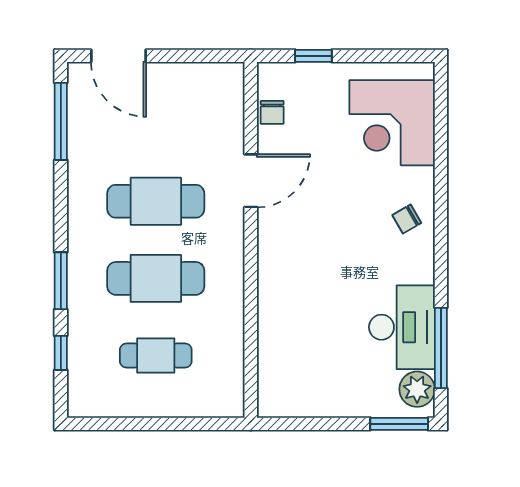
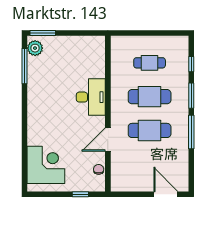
window: (61, 121) -> (191, 132), moved
chair: (407, 219) -> (40, 123), removed
desk: (402, 327) -> (91, 97), moved, turned 180

